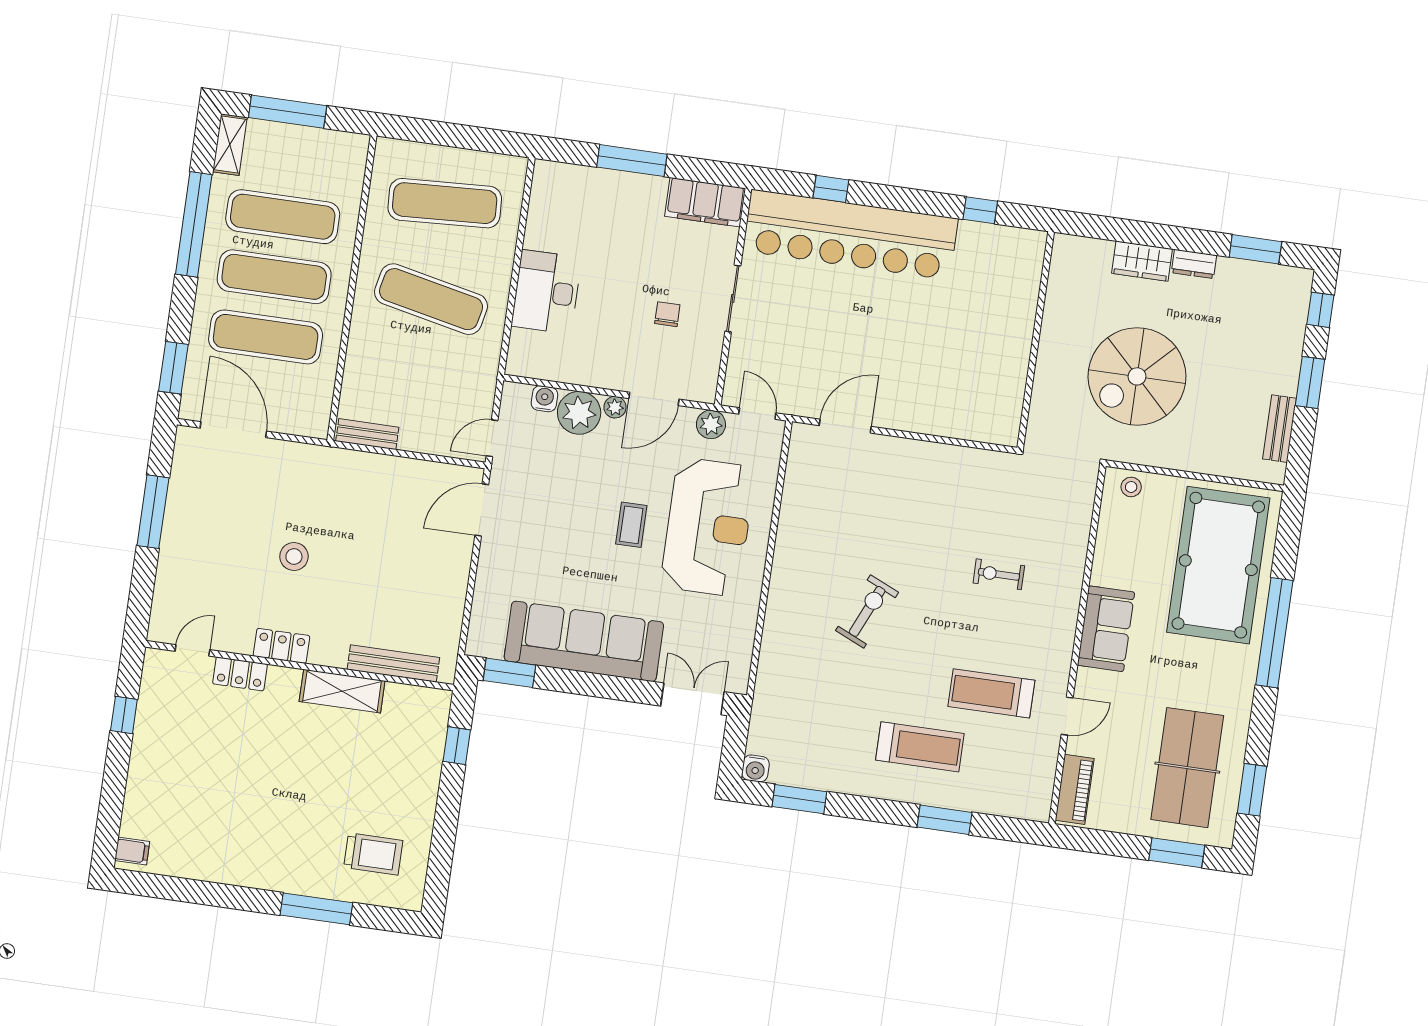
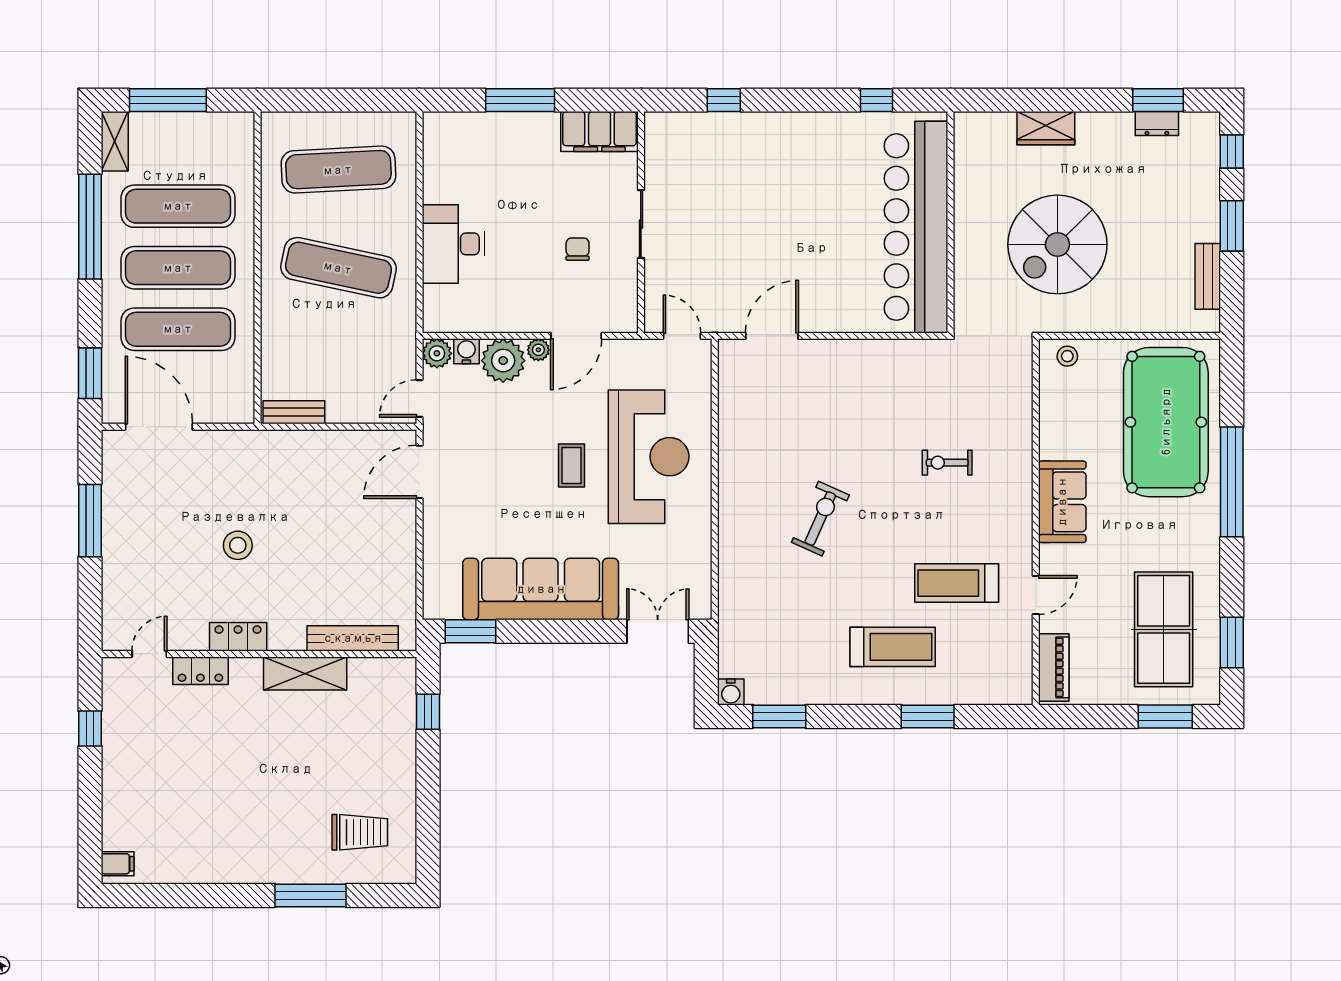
bar counter: (850, 235) -> (916, 227), moved, turned 90
dresser: (1194, 264) -> (1157, 124), moved
plant: (711, 424) -> (437, 353), moved

